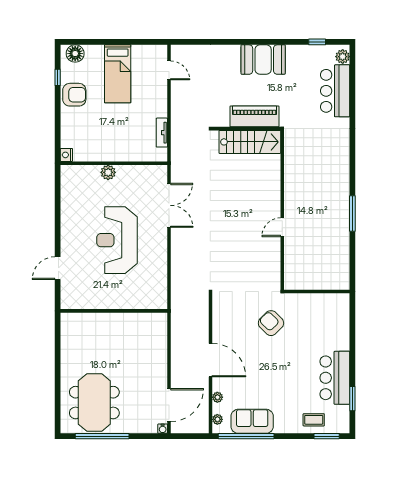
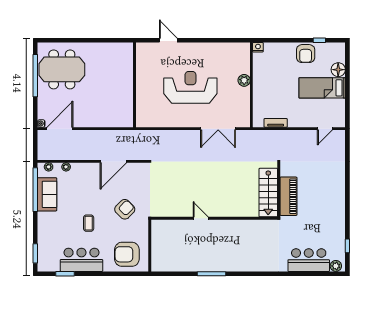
floor lamp: (75, 54) -> (338, 70), moved
booth: (263, 60) -> (333, 203), removed
armchair: (328, 320) -> (127, 254), added
door: (210, 360) -> (113, 161), moved
door: (169, 405) -> (60, 129), swing flipped
coffee table: (314, 420) -> (89, 223), moved

